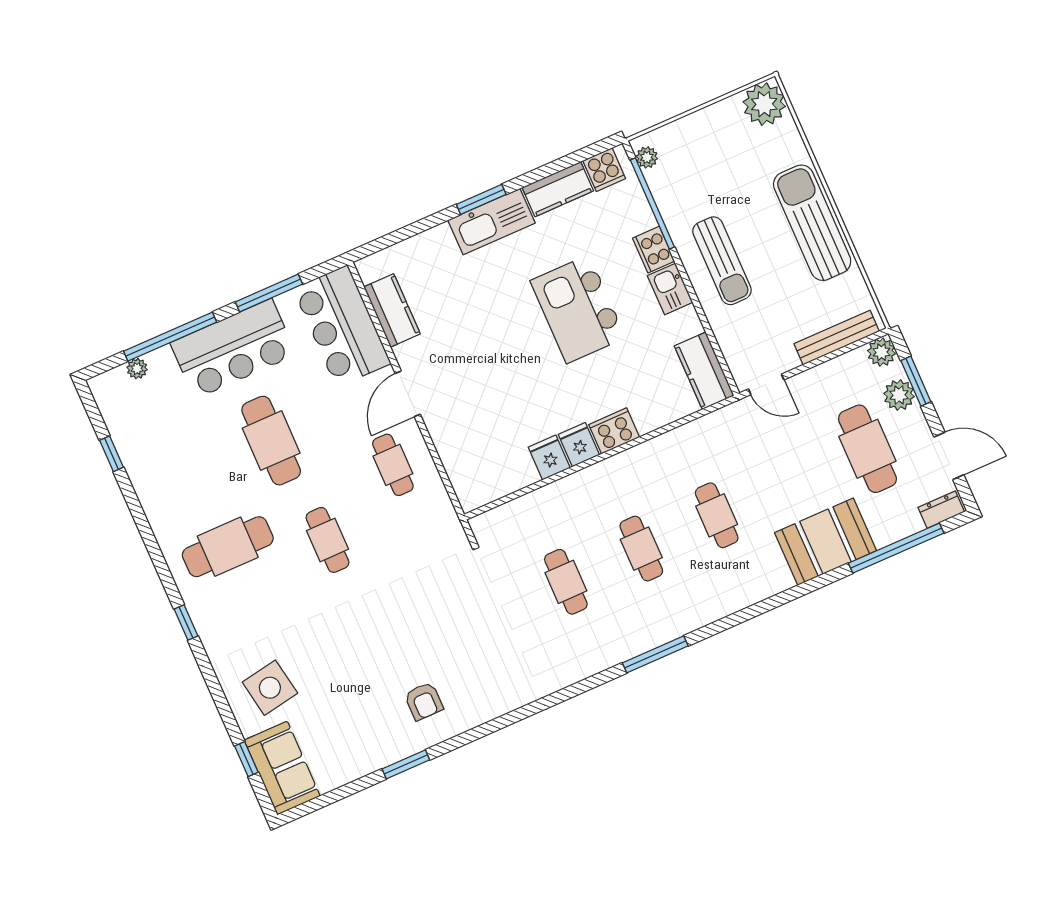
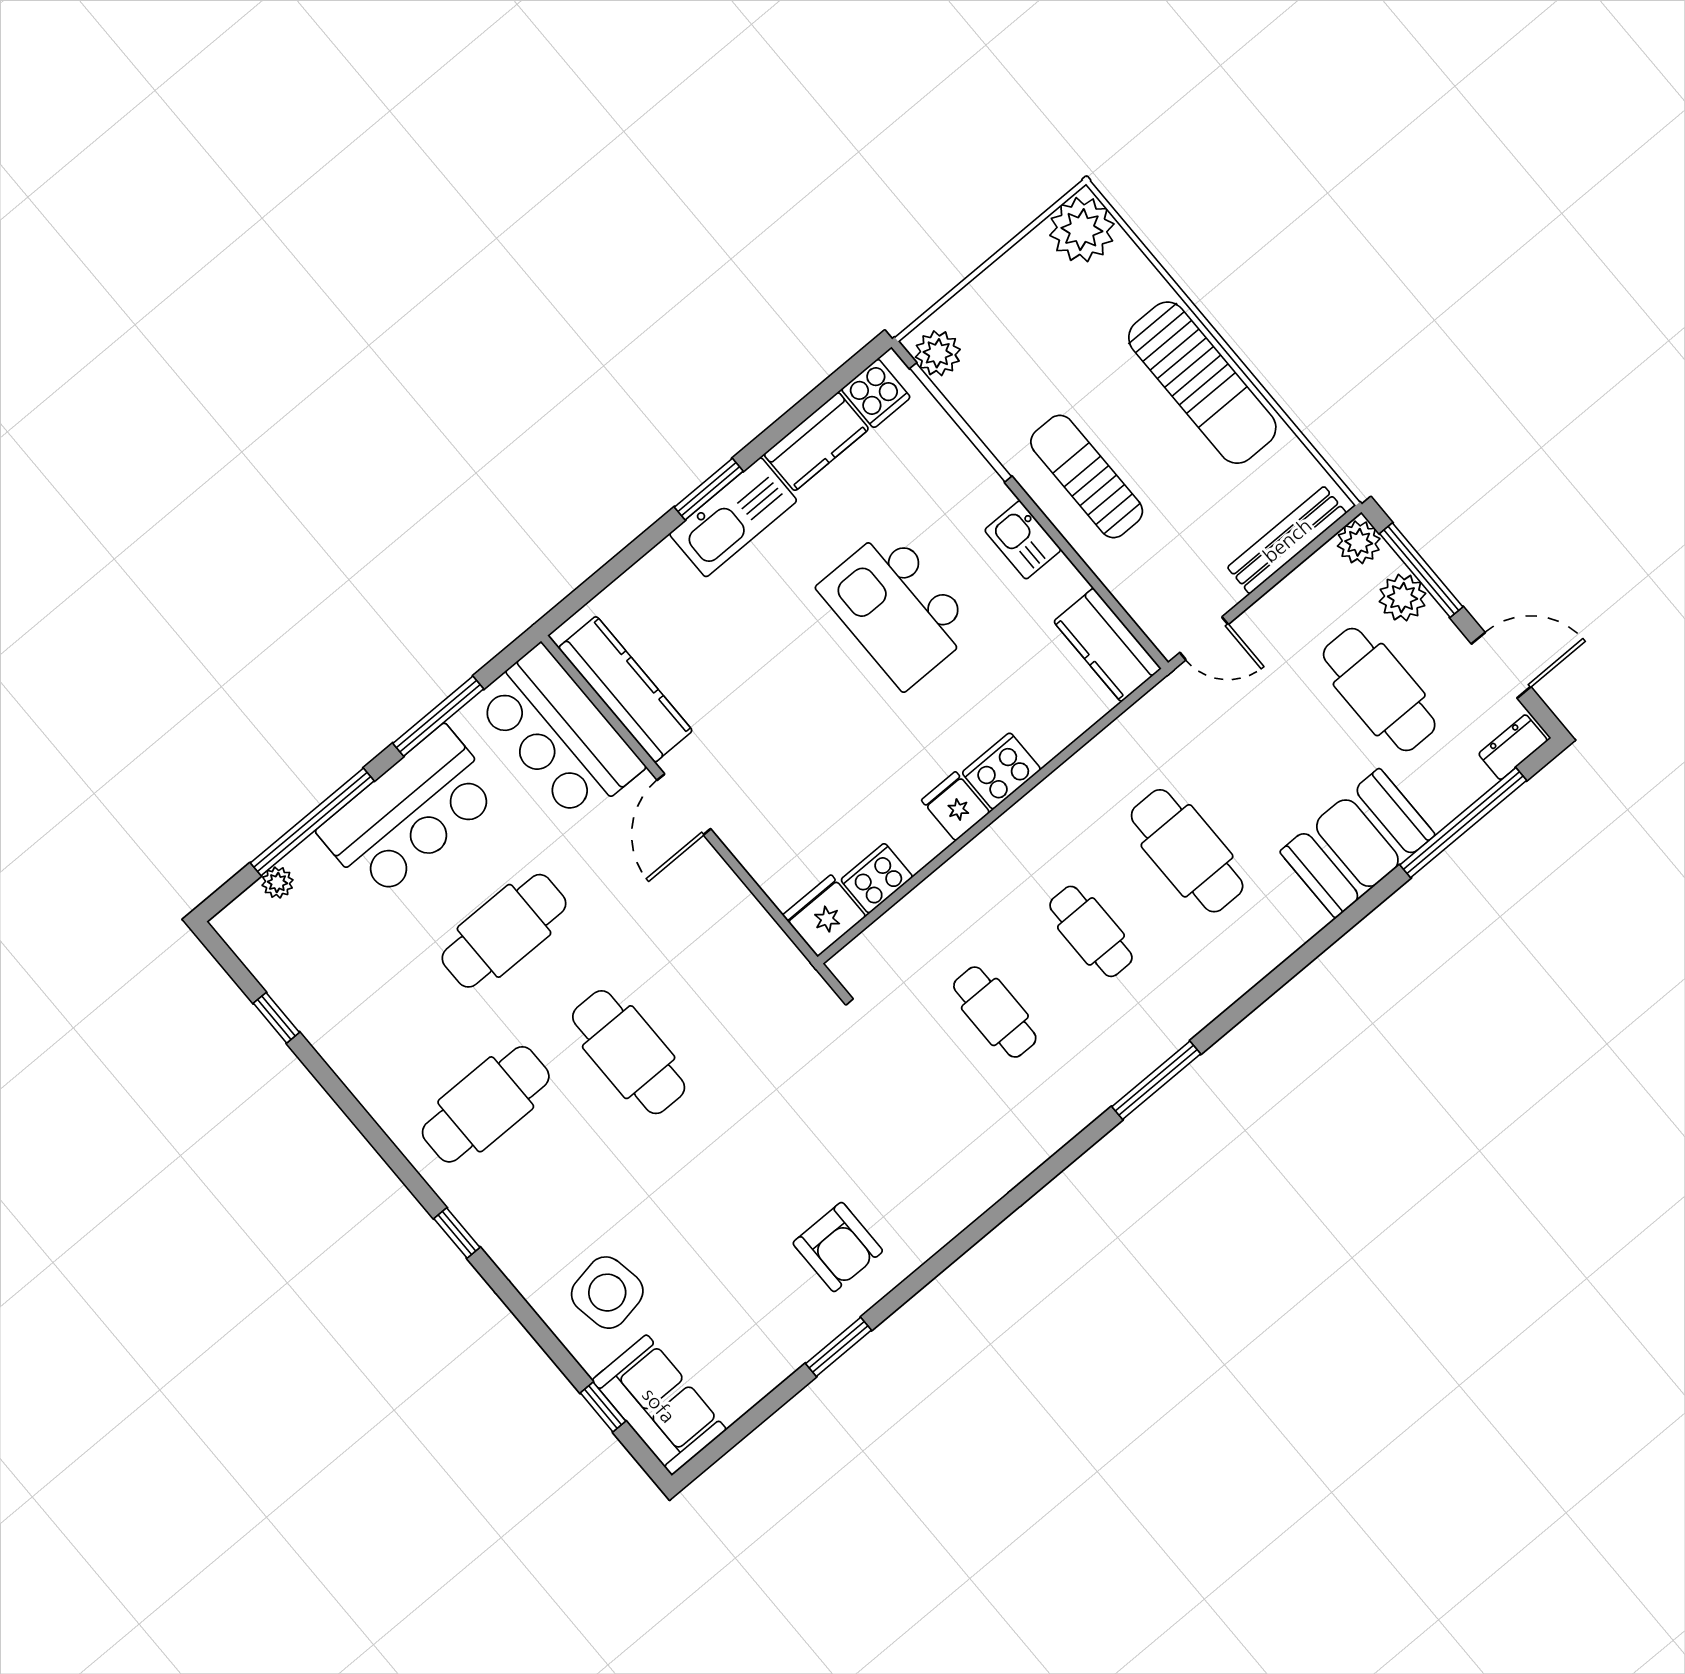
plant: (647, 157) -> (938, 353), width x1.38, depth x1.38
sun lounger: (812, 223) -> (1202, 383), turned 180
cooker: (654, 250) -> (877, 878), moved, turned 90
sun lounger: (722, 261) -> (1087, 477), turned 180
kitchen counter: (392, 310) -> (625, 689), width x1.50
window: (916, 381) -> (1421, 570), width x1.44
cafe table: (271, 441) -> (504, 931), turned 90
fridge: (549, 457) -> (824, 916), moved, width x1.38
cafe table: (393, 465) -> (692, 915), removed
cafe table: (717, 515) -> (1187, 851), width x1.37, depth x1.35
cafe table: (327, 540) -> (629, 1052), width x1.37, depth x1.35
armchair: (424, 701) -> (838, 1247), width x1.38, depth x1.38

